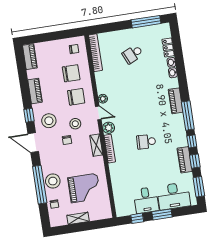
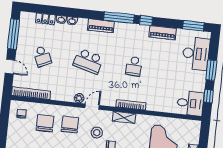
door: (115, 27) -> (10, 67), added
school desk: (139, 98) -> (88, 61), added
plant: (109, 128) -> (110, 100), removed
window: (195, 161) -> (167, 23), removed
desk: (146, 200) -> (190, 103), moved

